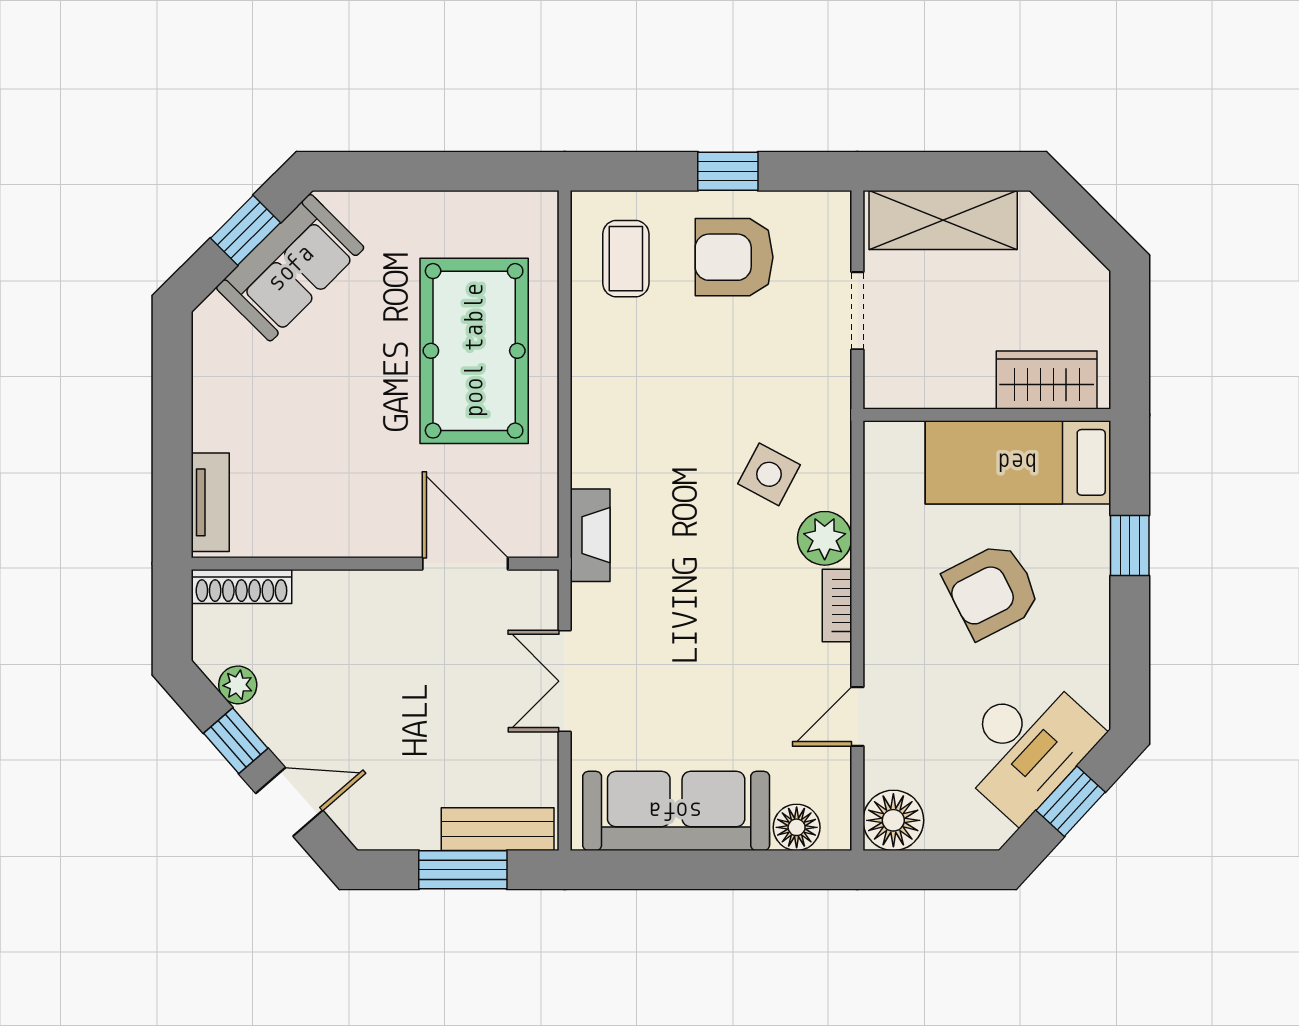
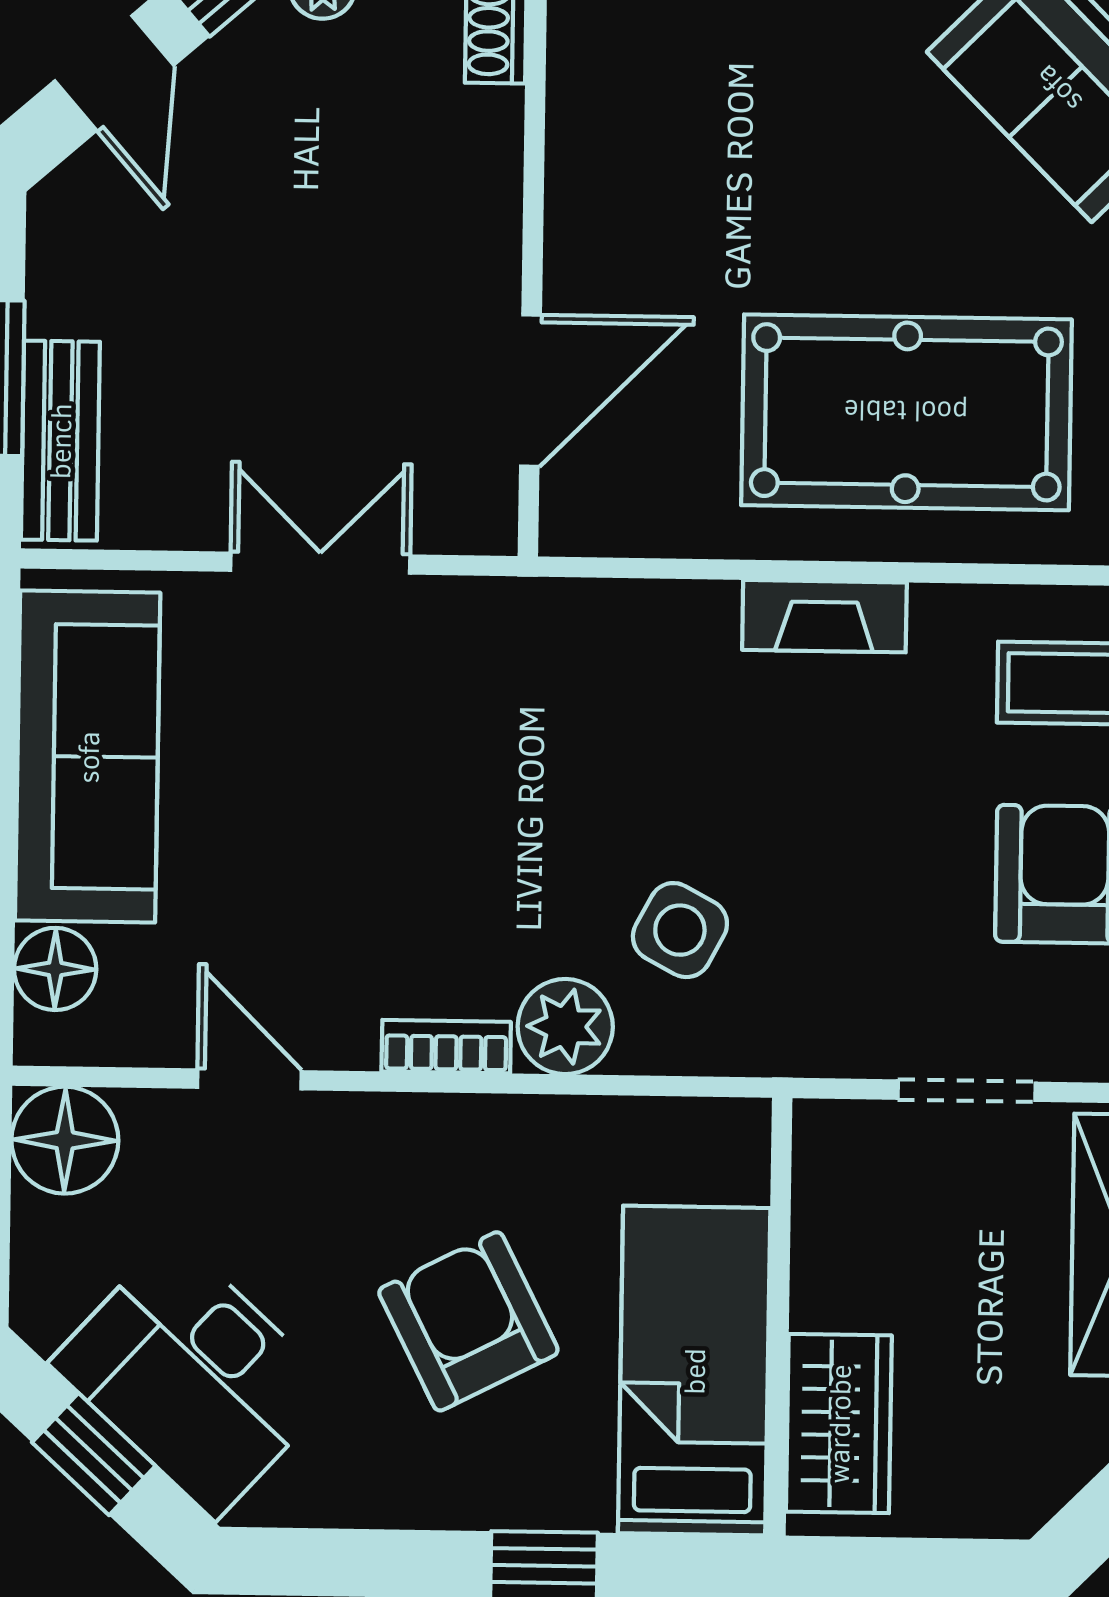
fireplace: (590, 535) -> (824, 616), moved

